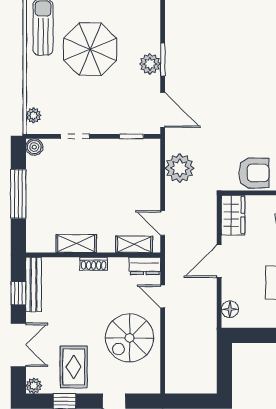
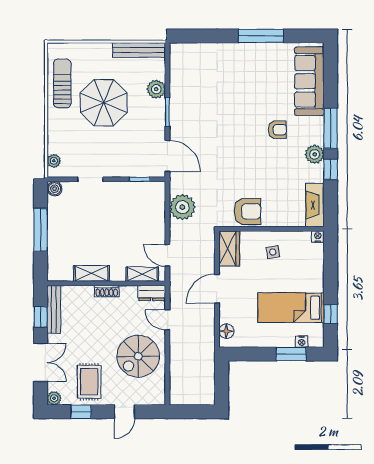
plant: (150, 64) -> (156, 89), moved

